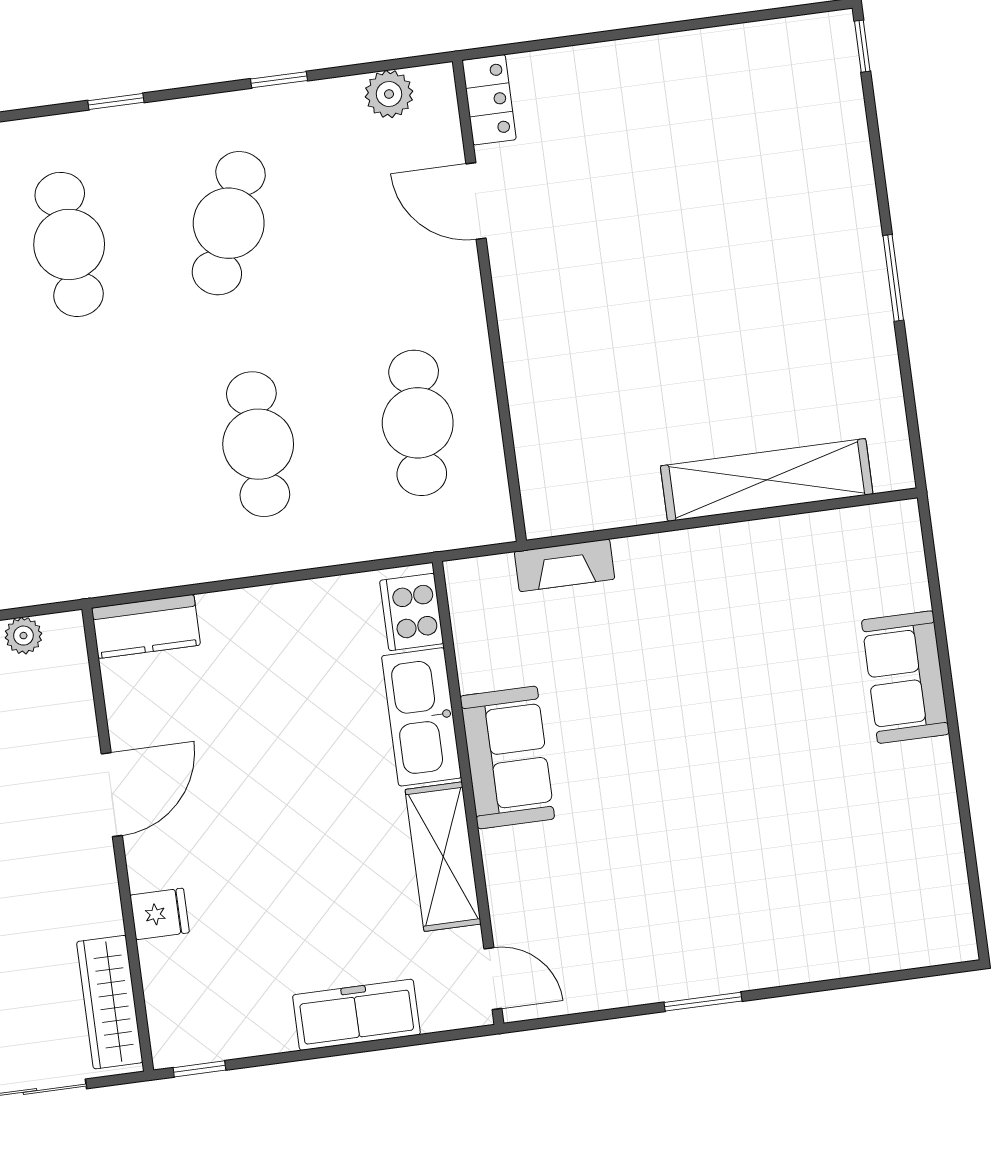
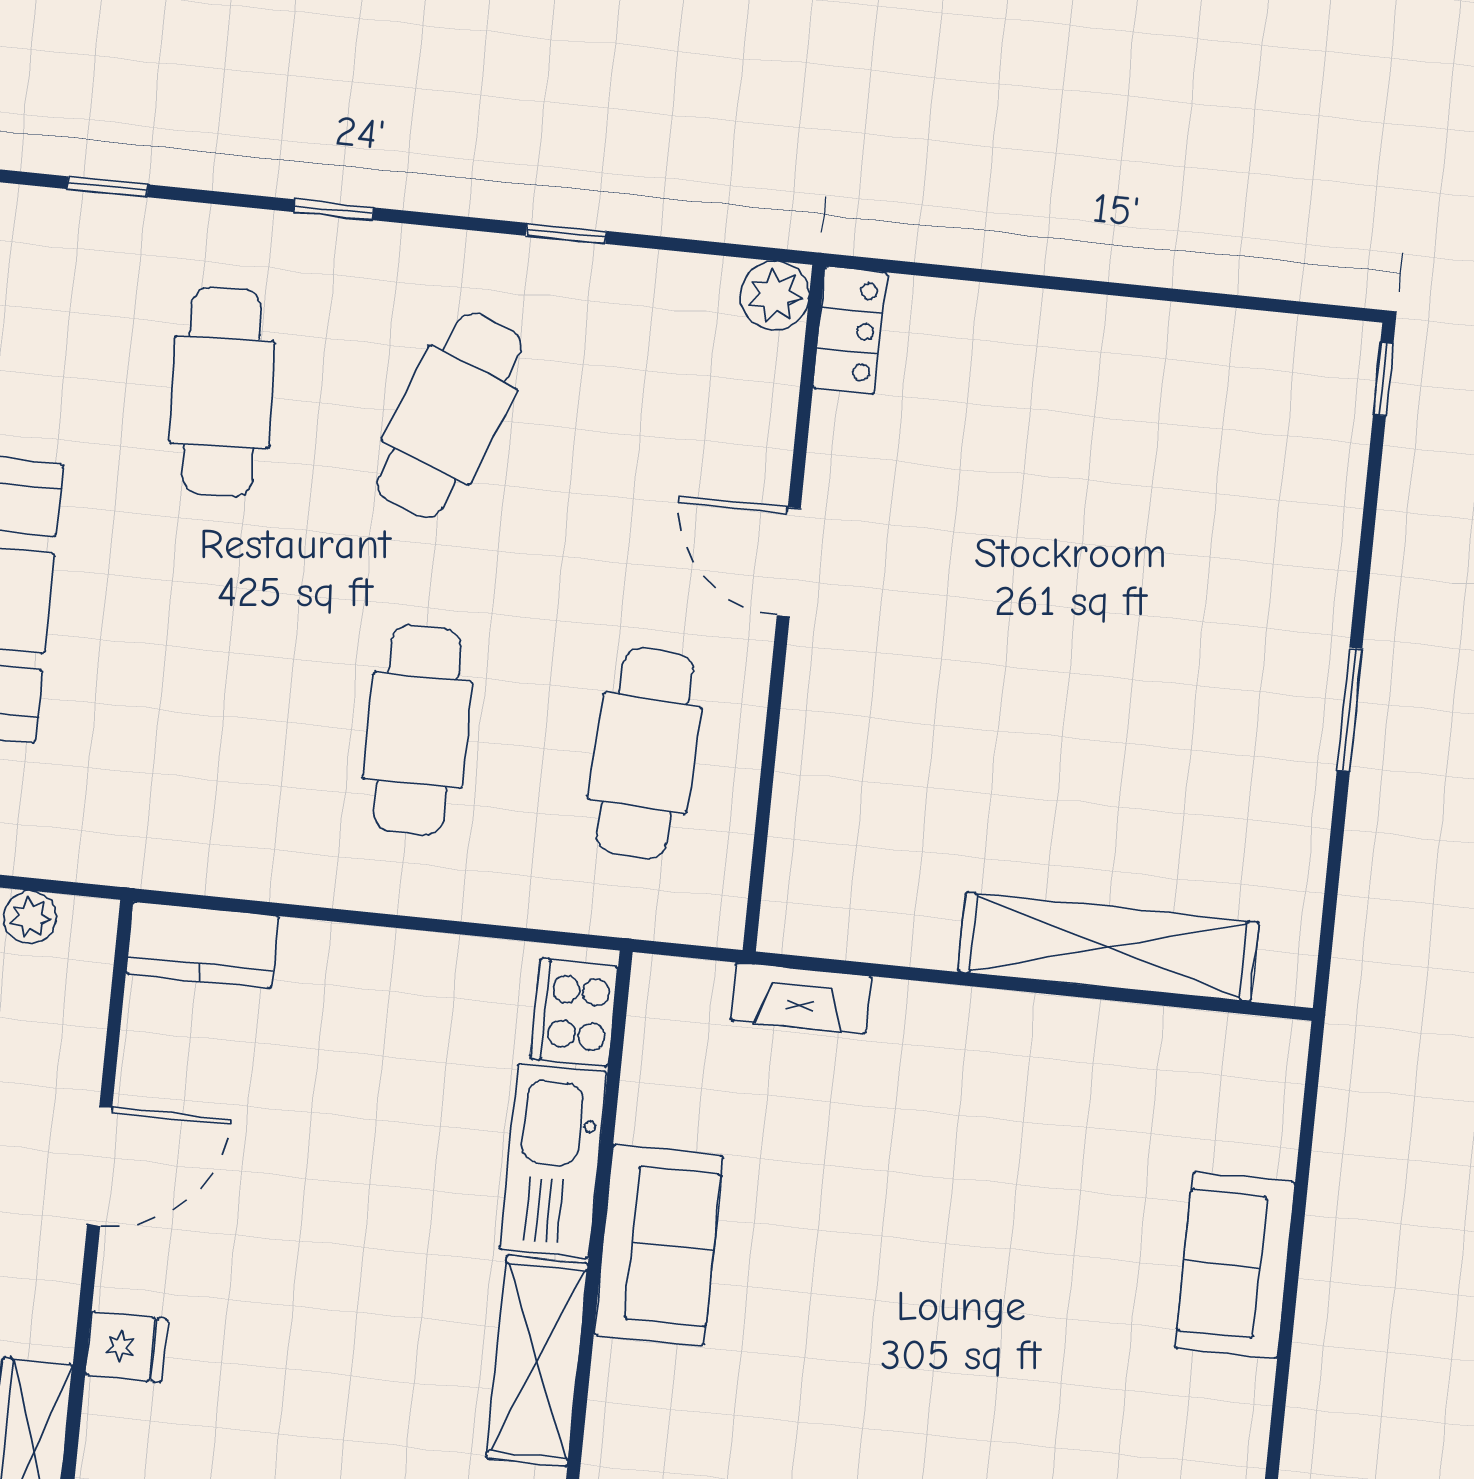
plant: (389, 94) -> (775, 296), moved
door: (476, 201) -> (789, 562), moved

